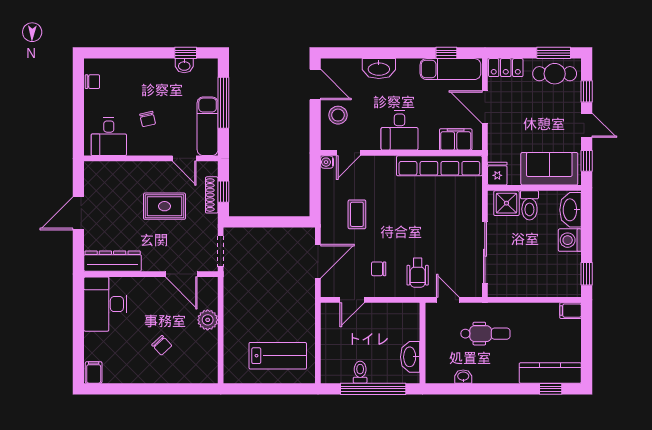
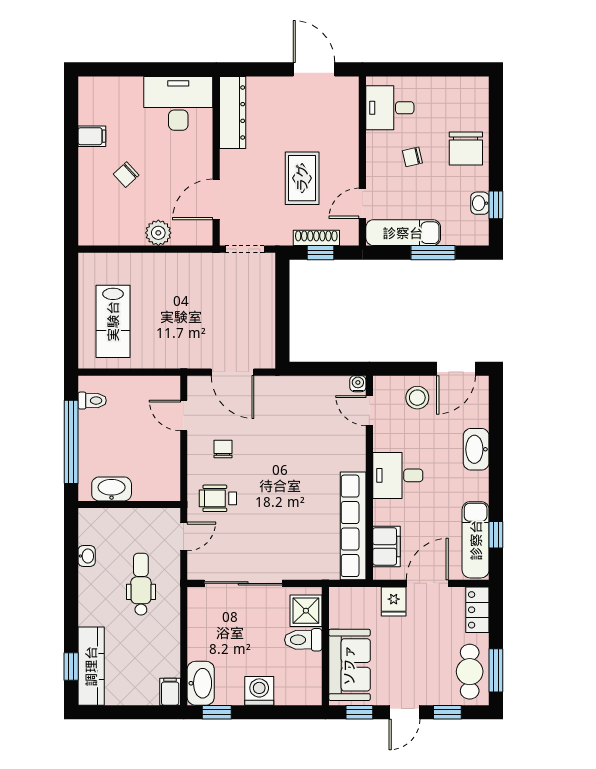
chair: (92, 82) -> (466, 148), moved, width x1.87, depth x1.87
window: (223, 103) -> (433, 253), width x0.69
fridge: (497, 174) -> (394, 601), moved, turned 90
washbasin: (571, 210) -> (201, 683), moved, turned 90
door: (78, 213) -> (314, 69), moved
coffee table: (357, 214) -> (292, 422), removed
dental chair: (485, 334) -> (141, 584), turned 180
filing cabinet: (94, 372) -> (92, 136), moved
toilet: (360, 372) -> (92, 401), moved

